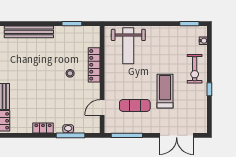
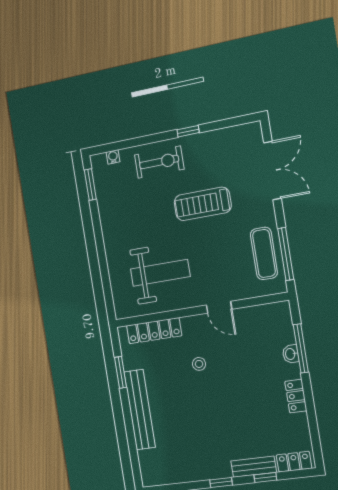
bench: (29, 32) -> (140, 410), moved
weight bench: (128, 46) -> (160, 273), moved
locker: (94, 65) -> (154, 331), moved
exercise mat: (135, 106) -> (264, 253), moved
door: (102, 107) -> (219, 307), moved

